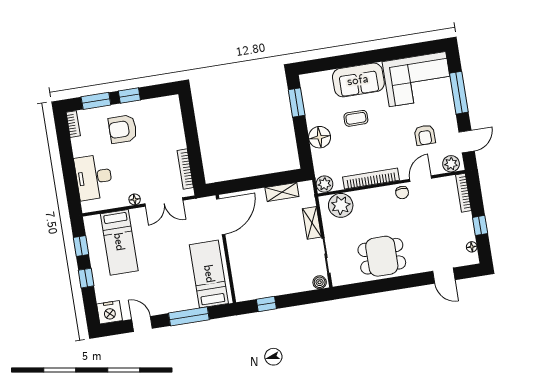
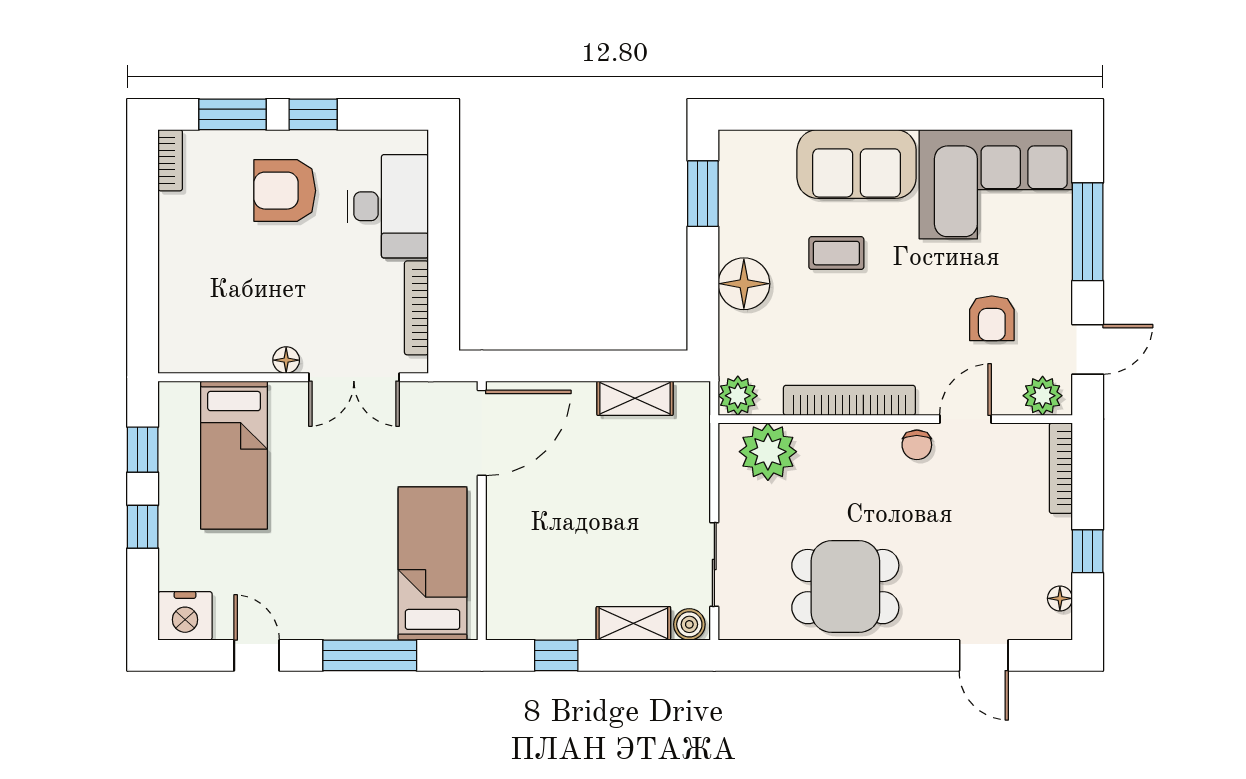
desk: (94, 177) -> (388, 206), moved, turned 180
shelving: (312, 223) -> (633, 623), moved, turned 90

